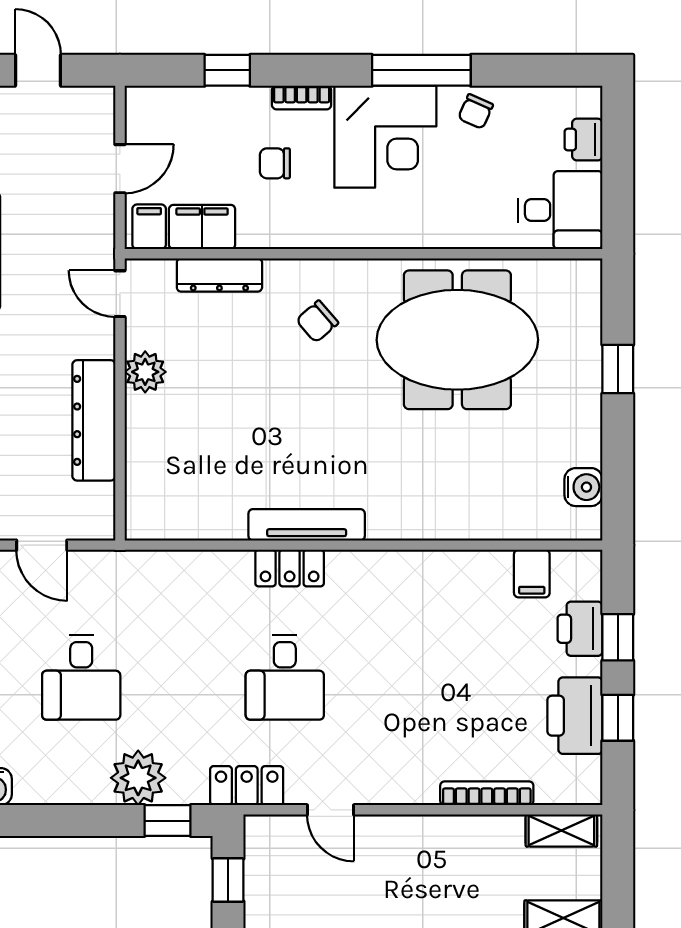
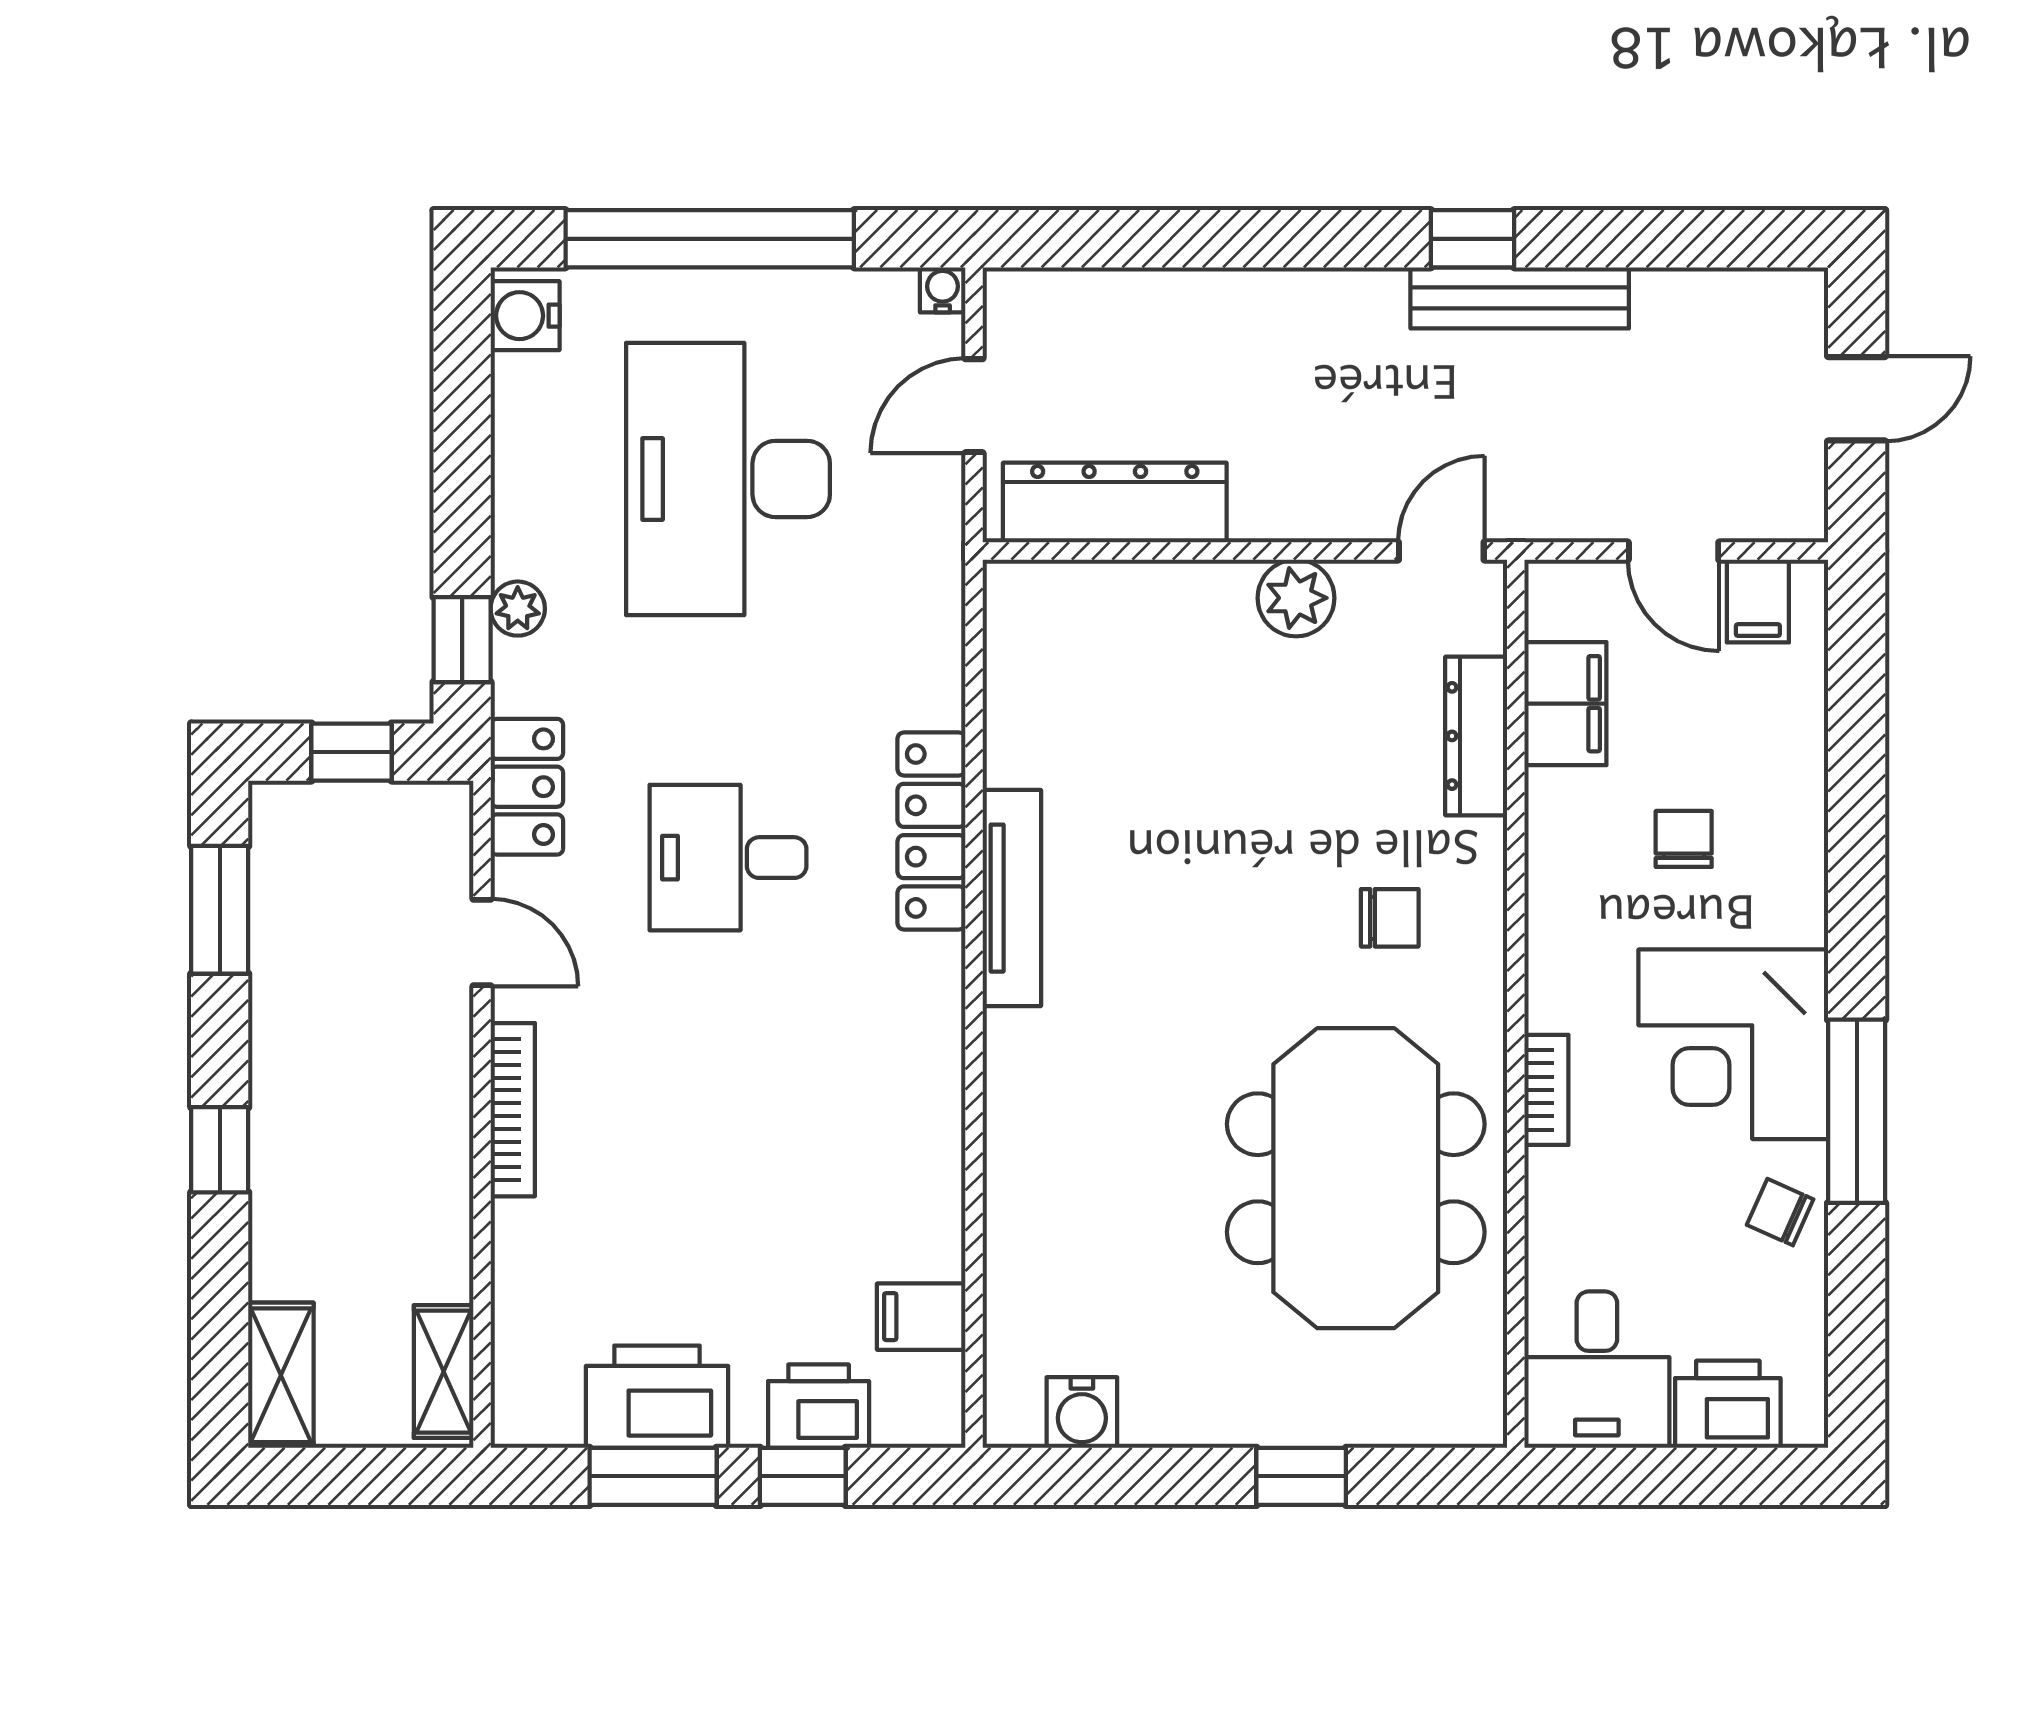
window: (227, 70) -> (1857, 751), removed
bookcase: (302, 98) -> (1546, 1090), moved, turned 180
printer: (583, 140) -> (1728, 1404), width x1.36, depth x1.24
filing cabinet: (149, 227) -> (1758, 601), moved, turned 90
chair: (317, 321) -> (1390, 918), turned 131
dresser: (94, 420) -> (1115, 503), moved
locker: (290, 568) -> (931, 831), width x1.53
desk: (81, 677) -> (728, 479), width x1.87, depth x1.30
window: (618, 718) -> (653, 1476), width x1.50
plant: (138, 778) -> (518, 609), width x0.53, depth x0.53
bookcase: (487, 793) -> (513, 1110), moved
door: (331, 810) -> (482, 943), swing flipped

